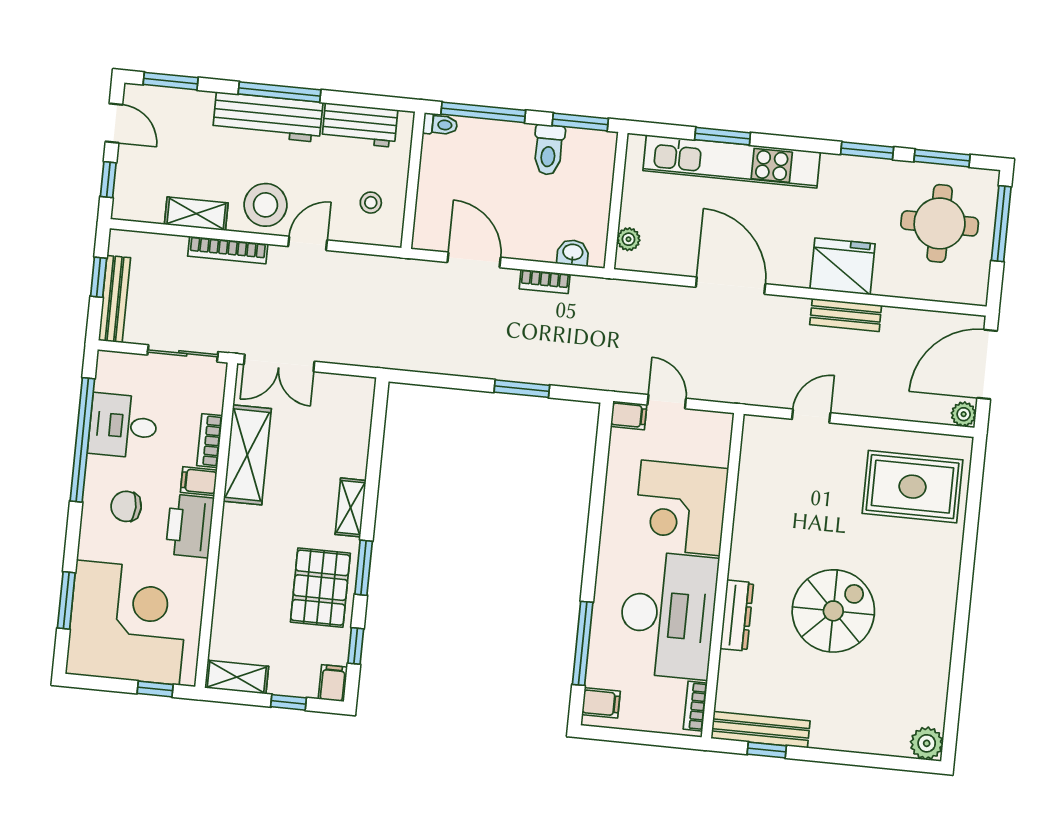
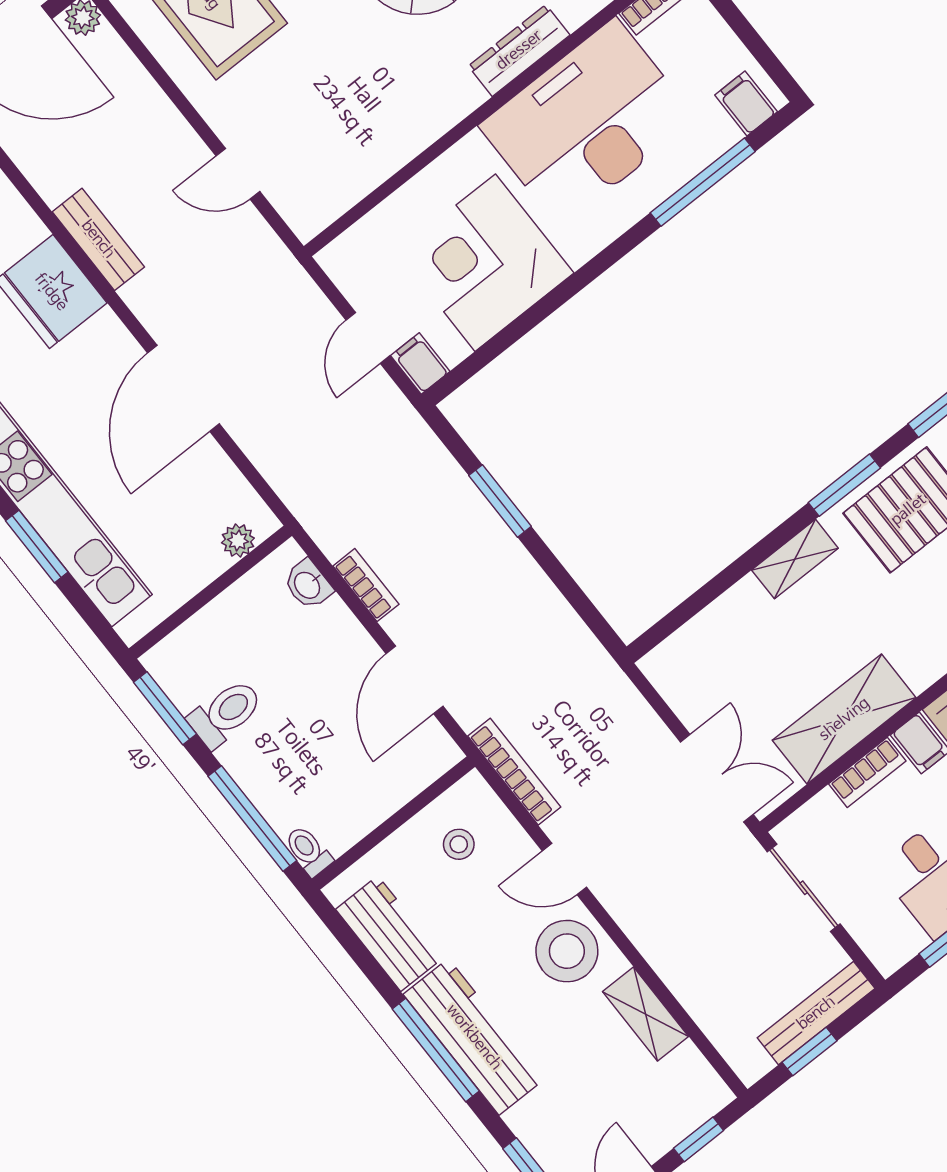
bookcase: (228, 250) -> (514, 772), moved
corner desk: (681, 508) -> (485, 263), moved, turned 180

